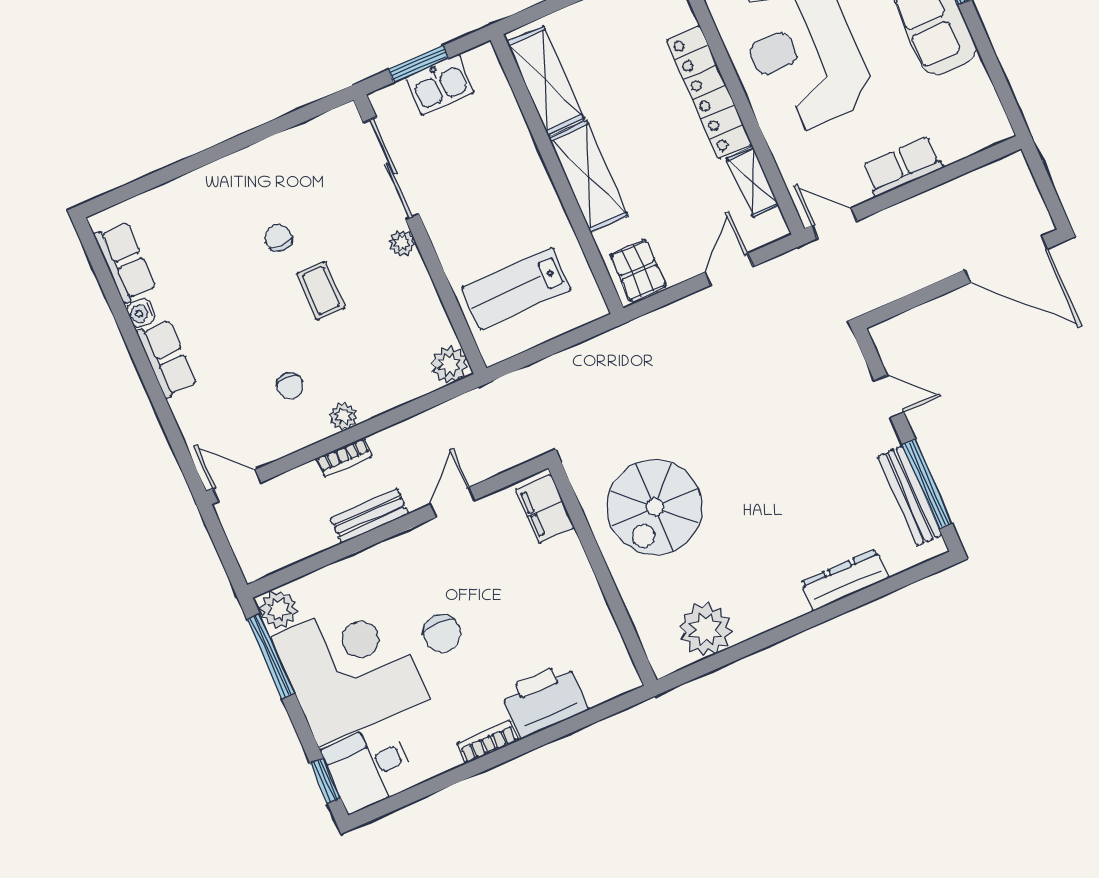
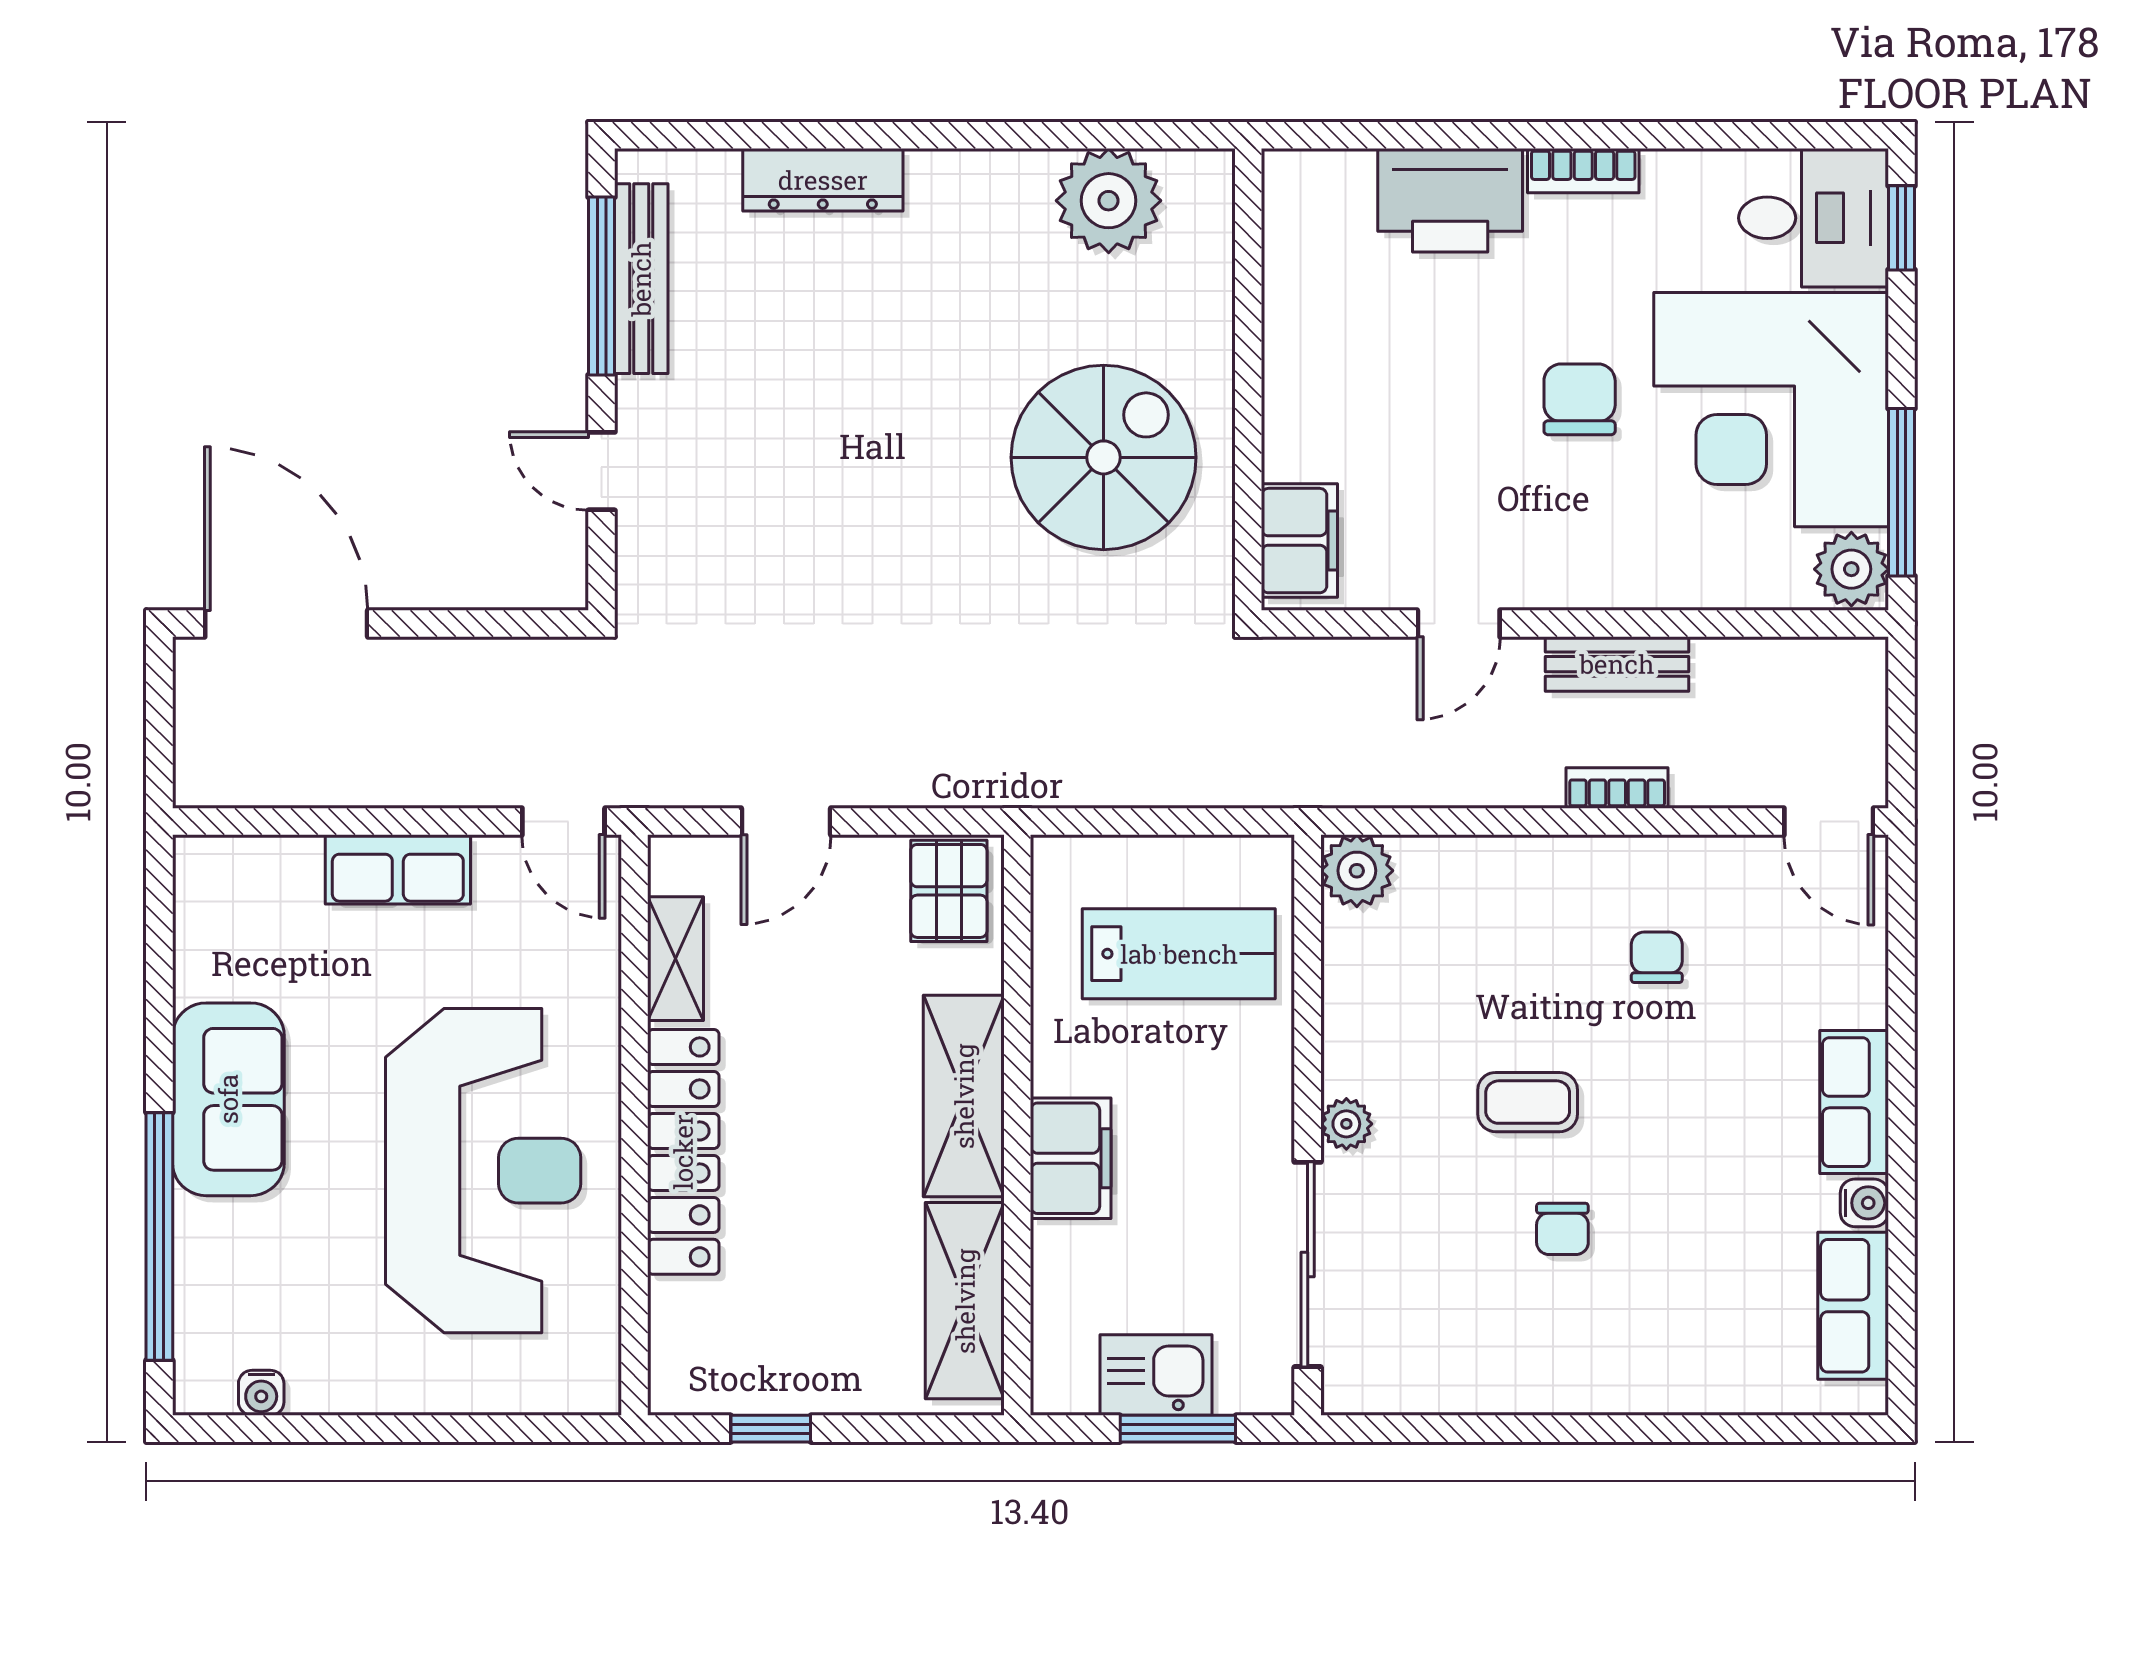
filing cabinet: (525, 169) -> (1071, 1158), added
coffee table: (321, 291) -> (1528, 1102), turned 90
plant: (343, 416) -> (1586, 861), removed

